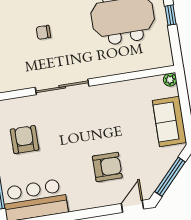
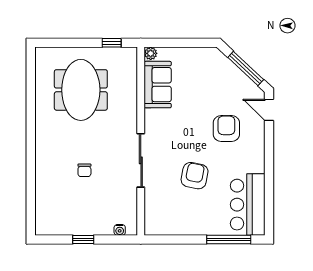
window: (171, 15) -> (112, 43), moved
sofa: (169, 121) -> (158, 85), moved, turned -90
armchair: (25, 140) -> (195, 176), moved, turned 101

